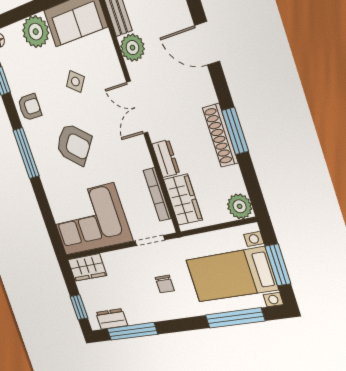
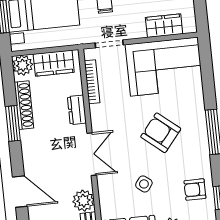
armchair: (30, 107) -> (195, 190), moved
shoe rack: (220, 135) -> (24, 105), moved
wardrobe: (183, 200) -> (54, 63), moved, turned -90
wardrobe: (87, 267) -> (164, 26), moved

